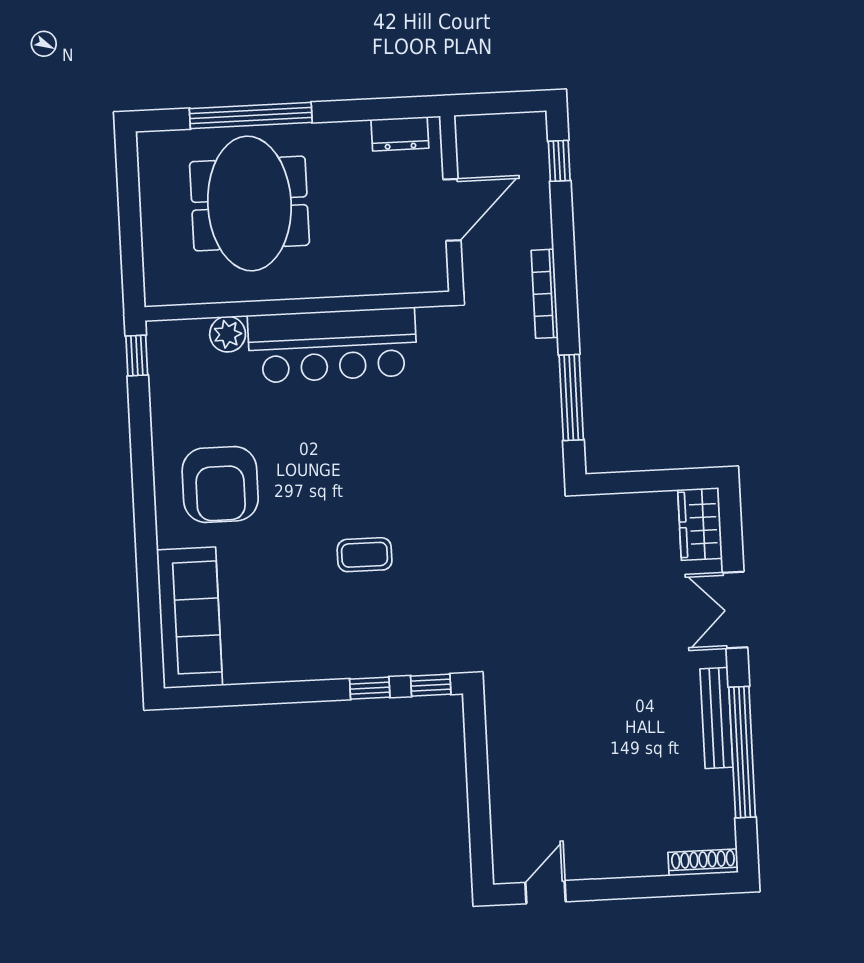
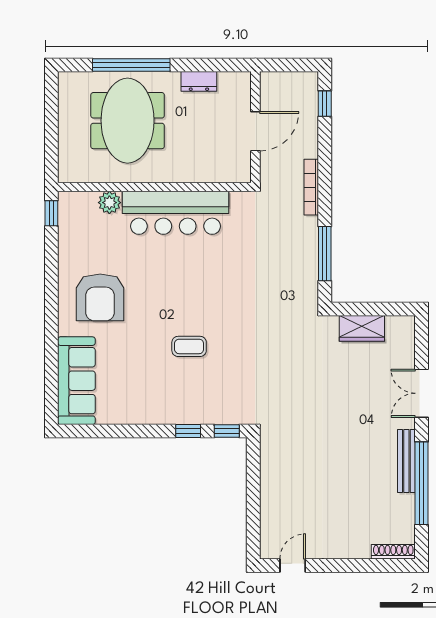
dresser: (400, 134) -> (199, 81), moved
wardrobe: (700, 524) -> (362, 328), moved, turned -90

